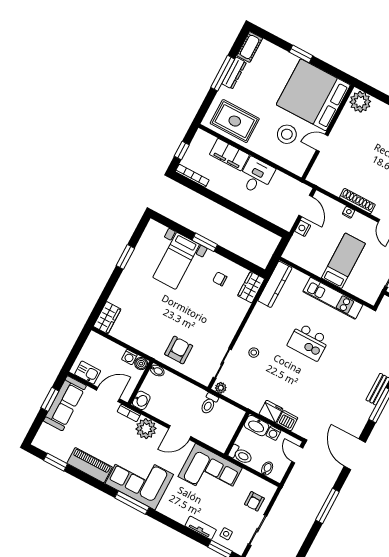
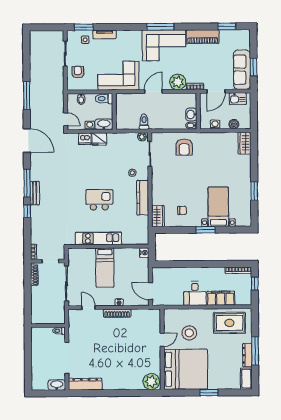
nightstand: (303, 228) -> (144, 253), moved
kitchen counter: (275, 284) -> (143, 198), moved
boiler: (141, 364) -> (234, 124), moved
washbasin: (141, 400) -> (191, 114), moved

